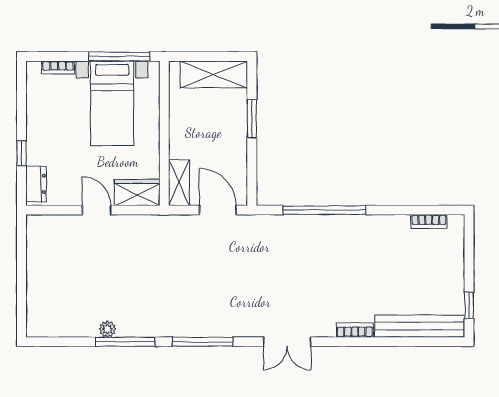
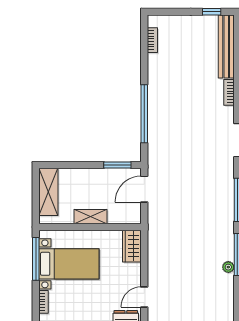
window: (252, 119) -> (117, 165), moved
shelving: (179, 183) -> (91, 217), moved
door: (97, 210) -> (144, 297), moved

